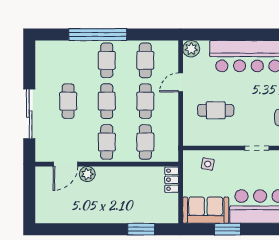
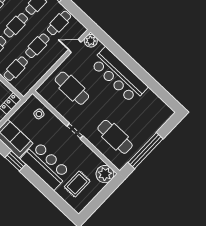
door: (181, 82) -> (75, 46), moved
cafe table: (216, 110) -> (72, 88), width x1.37, depth x1.35

